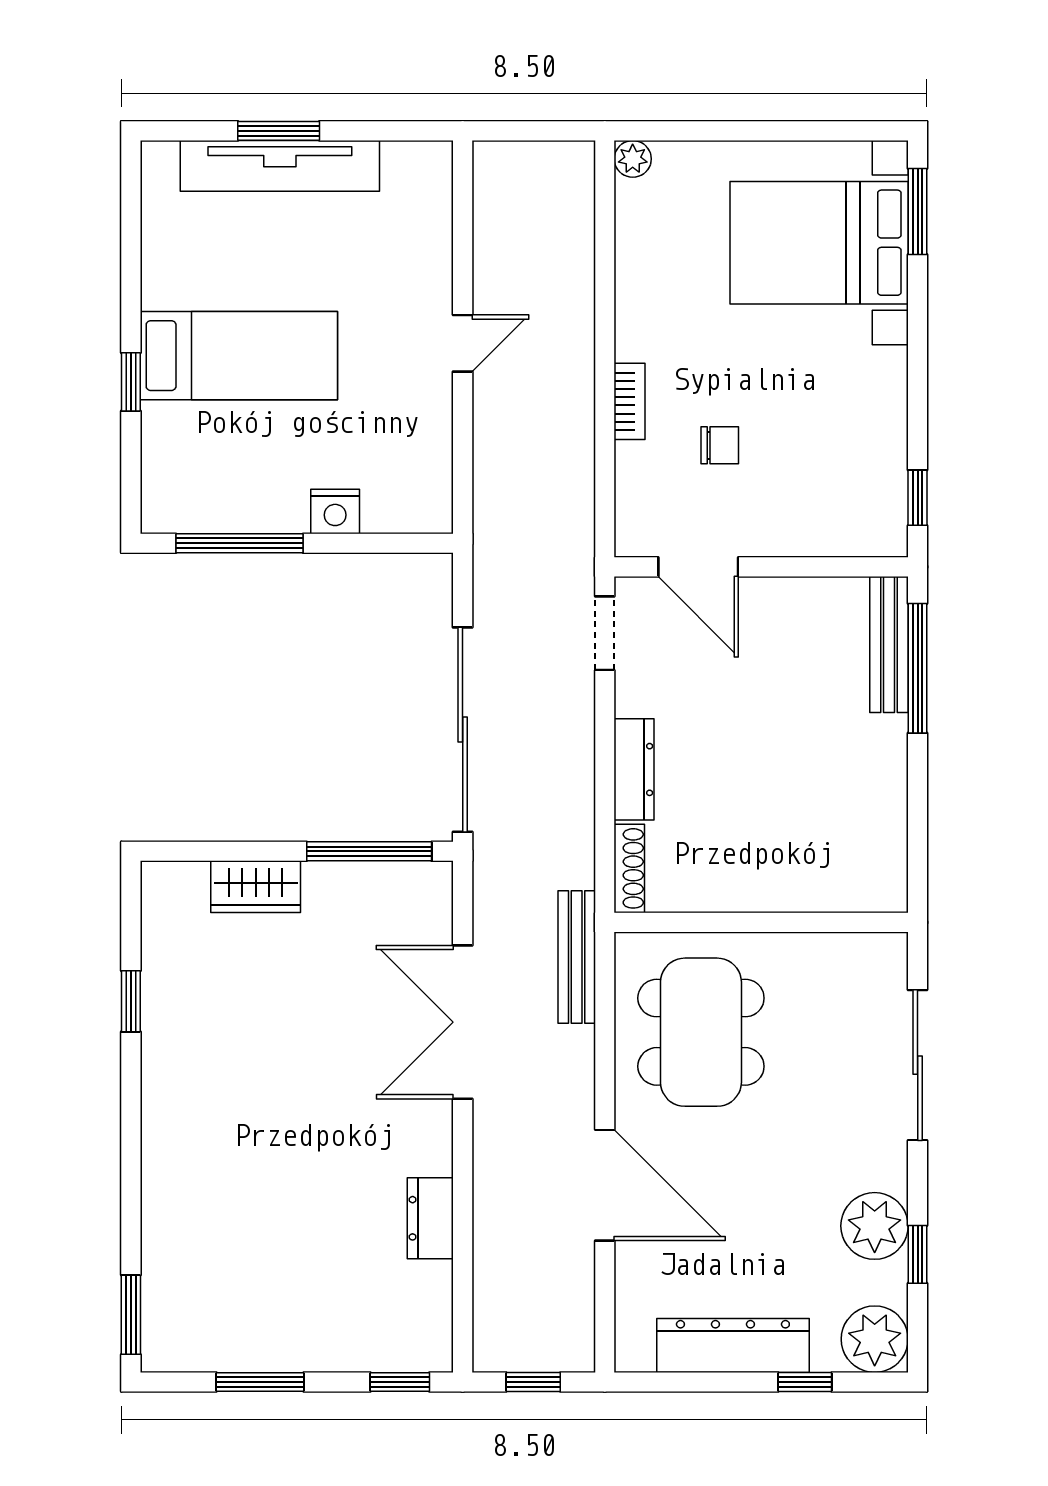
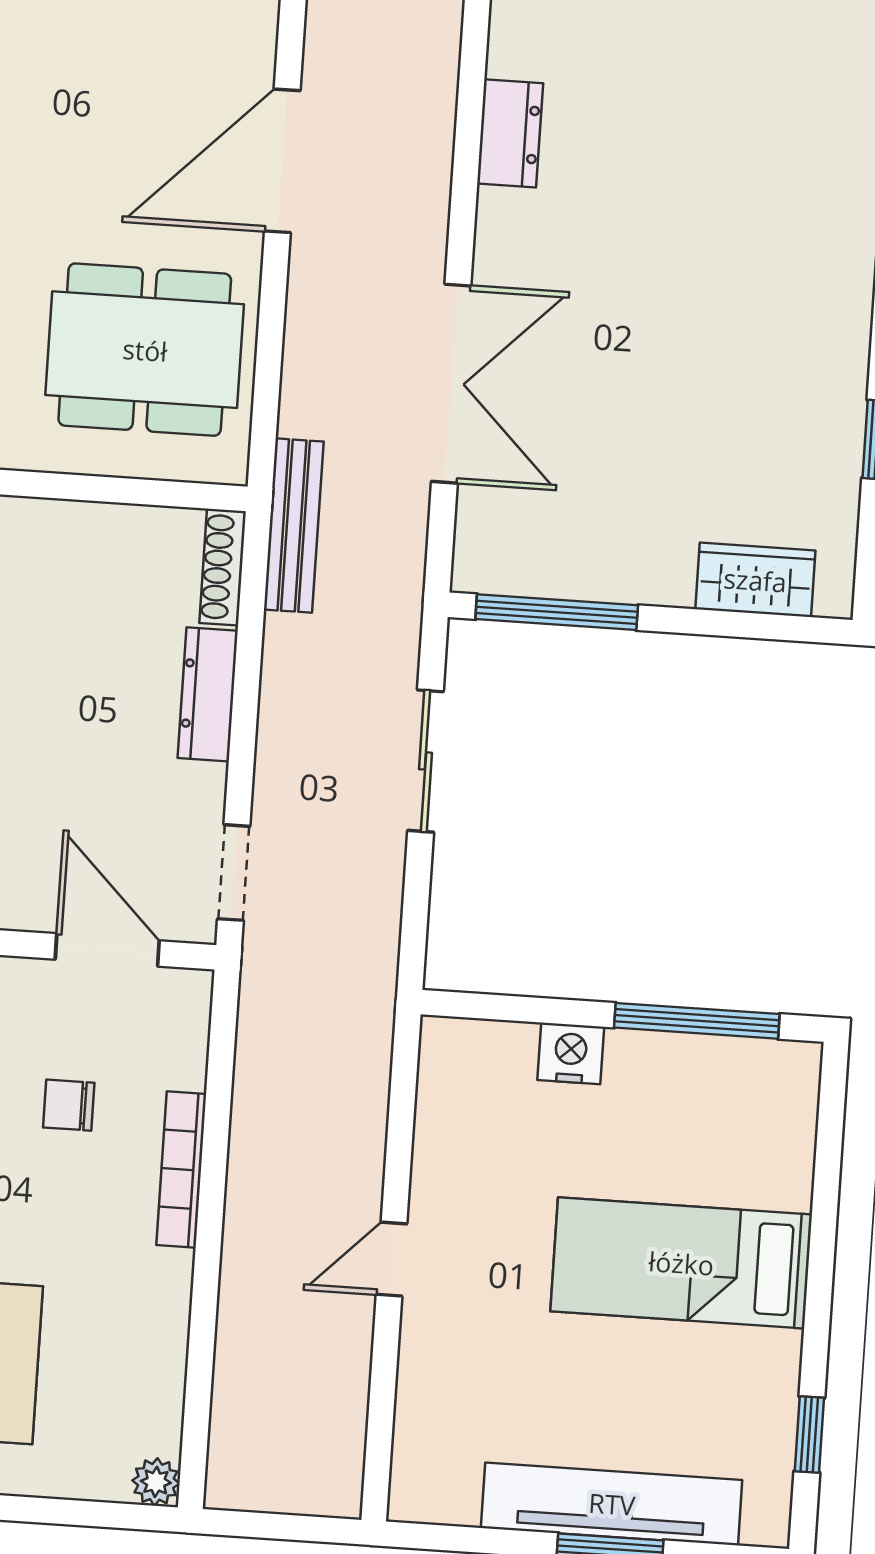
window: (131, 382) -> (809, 1434), moved
bookcase: (630, 401) -> (181, 1169), width x1.56
sliding door: (463, 730) -> (425, 761), width x0.54
wardrobe: (256, 887) -> (755, 580), moved
bench: (577, 957) -> (294, 526), moved
dining table: (701, 1032) -> (145, 350), turned 90
door: (605, 1185) -> (282, 161), hinge flipped

